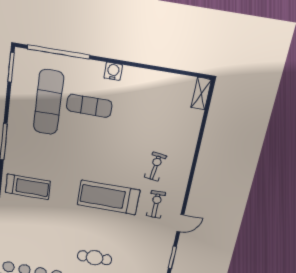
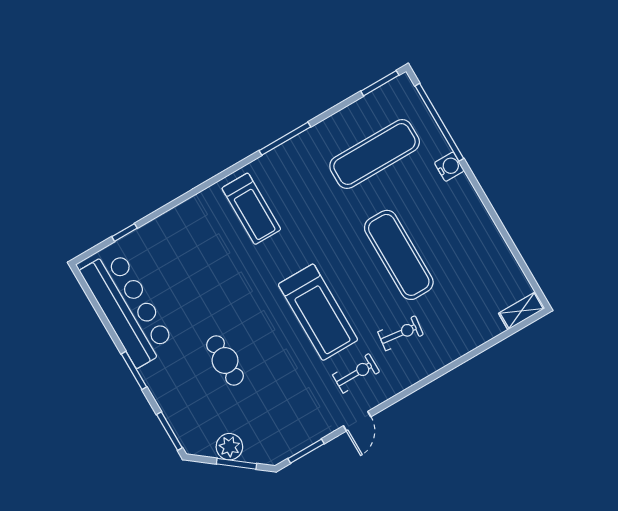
water cooler: (113, 71) -> (449, 167), moved
exercise mat: (89, 106) -> (399, 255), moved, width x1.36, depth x1.45
treadmill: (108, 197) -> (318, 312), turned 180
door: (180, 223) -> (357, 421), hinge flipped

